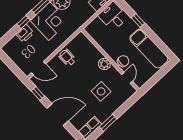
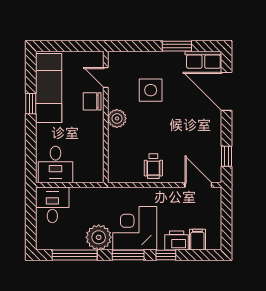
window: (138, 20) -> (31, 104), moved
filing cabinet: (16, 43) -> (197, 240), added
door: (127, 78) -> (106, 77), hinge flipped
door: (58, 115) -> (227, 91), moved

